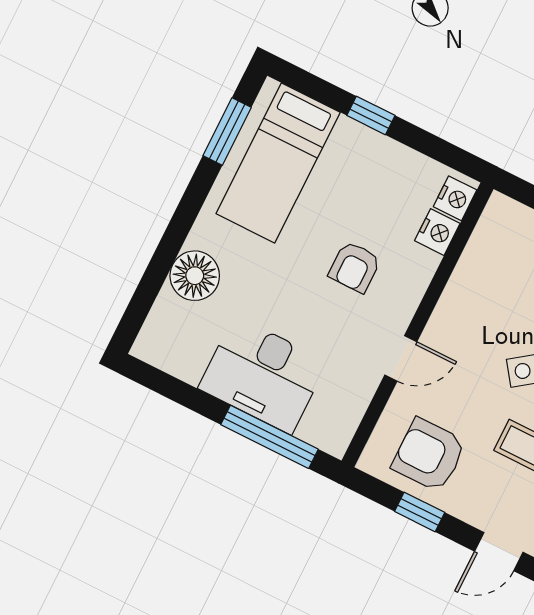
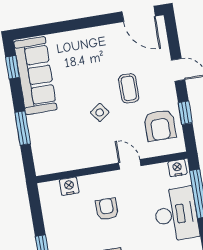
nightstand: (455, 198) -> (177, 168), moved
armchair: (355, 267) -> (107, 209), turned -90

